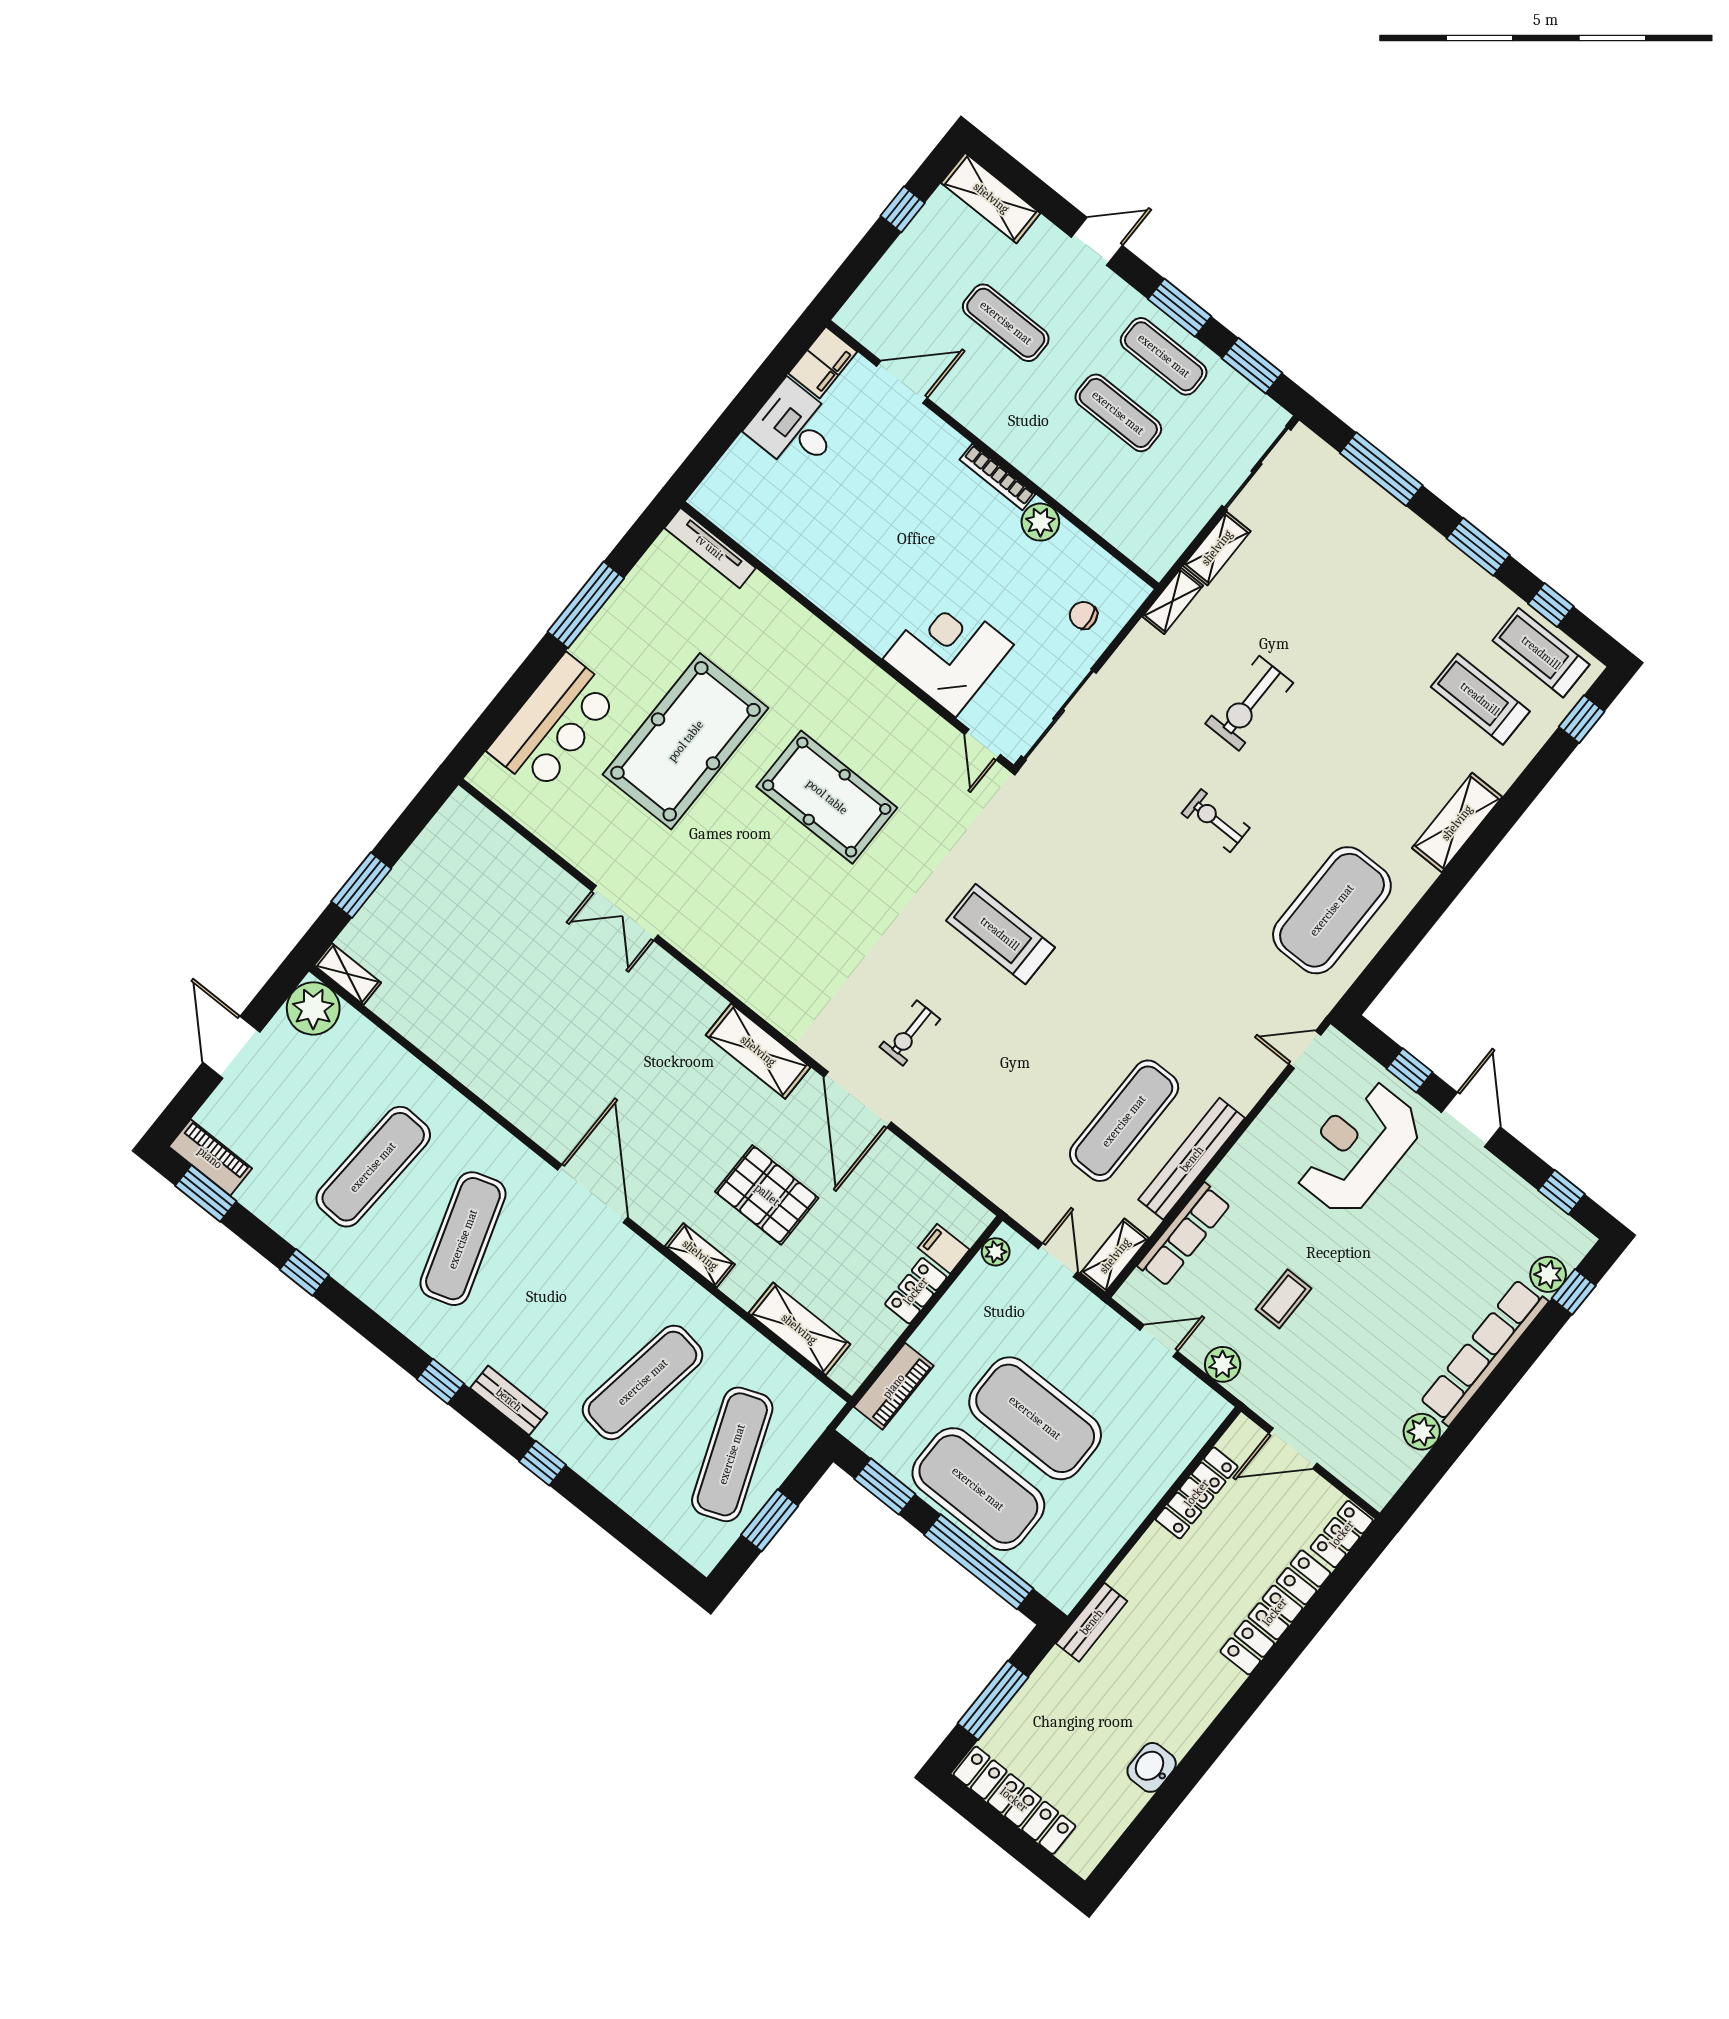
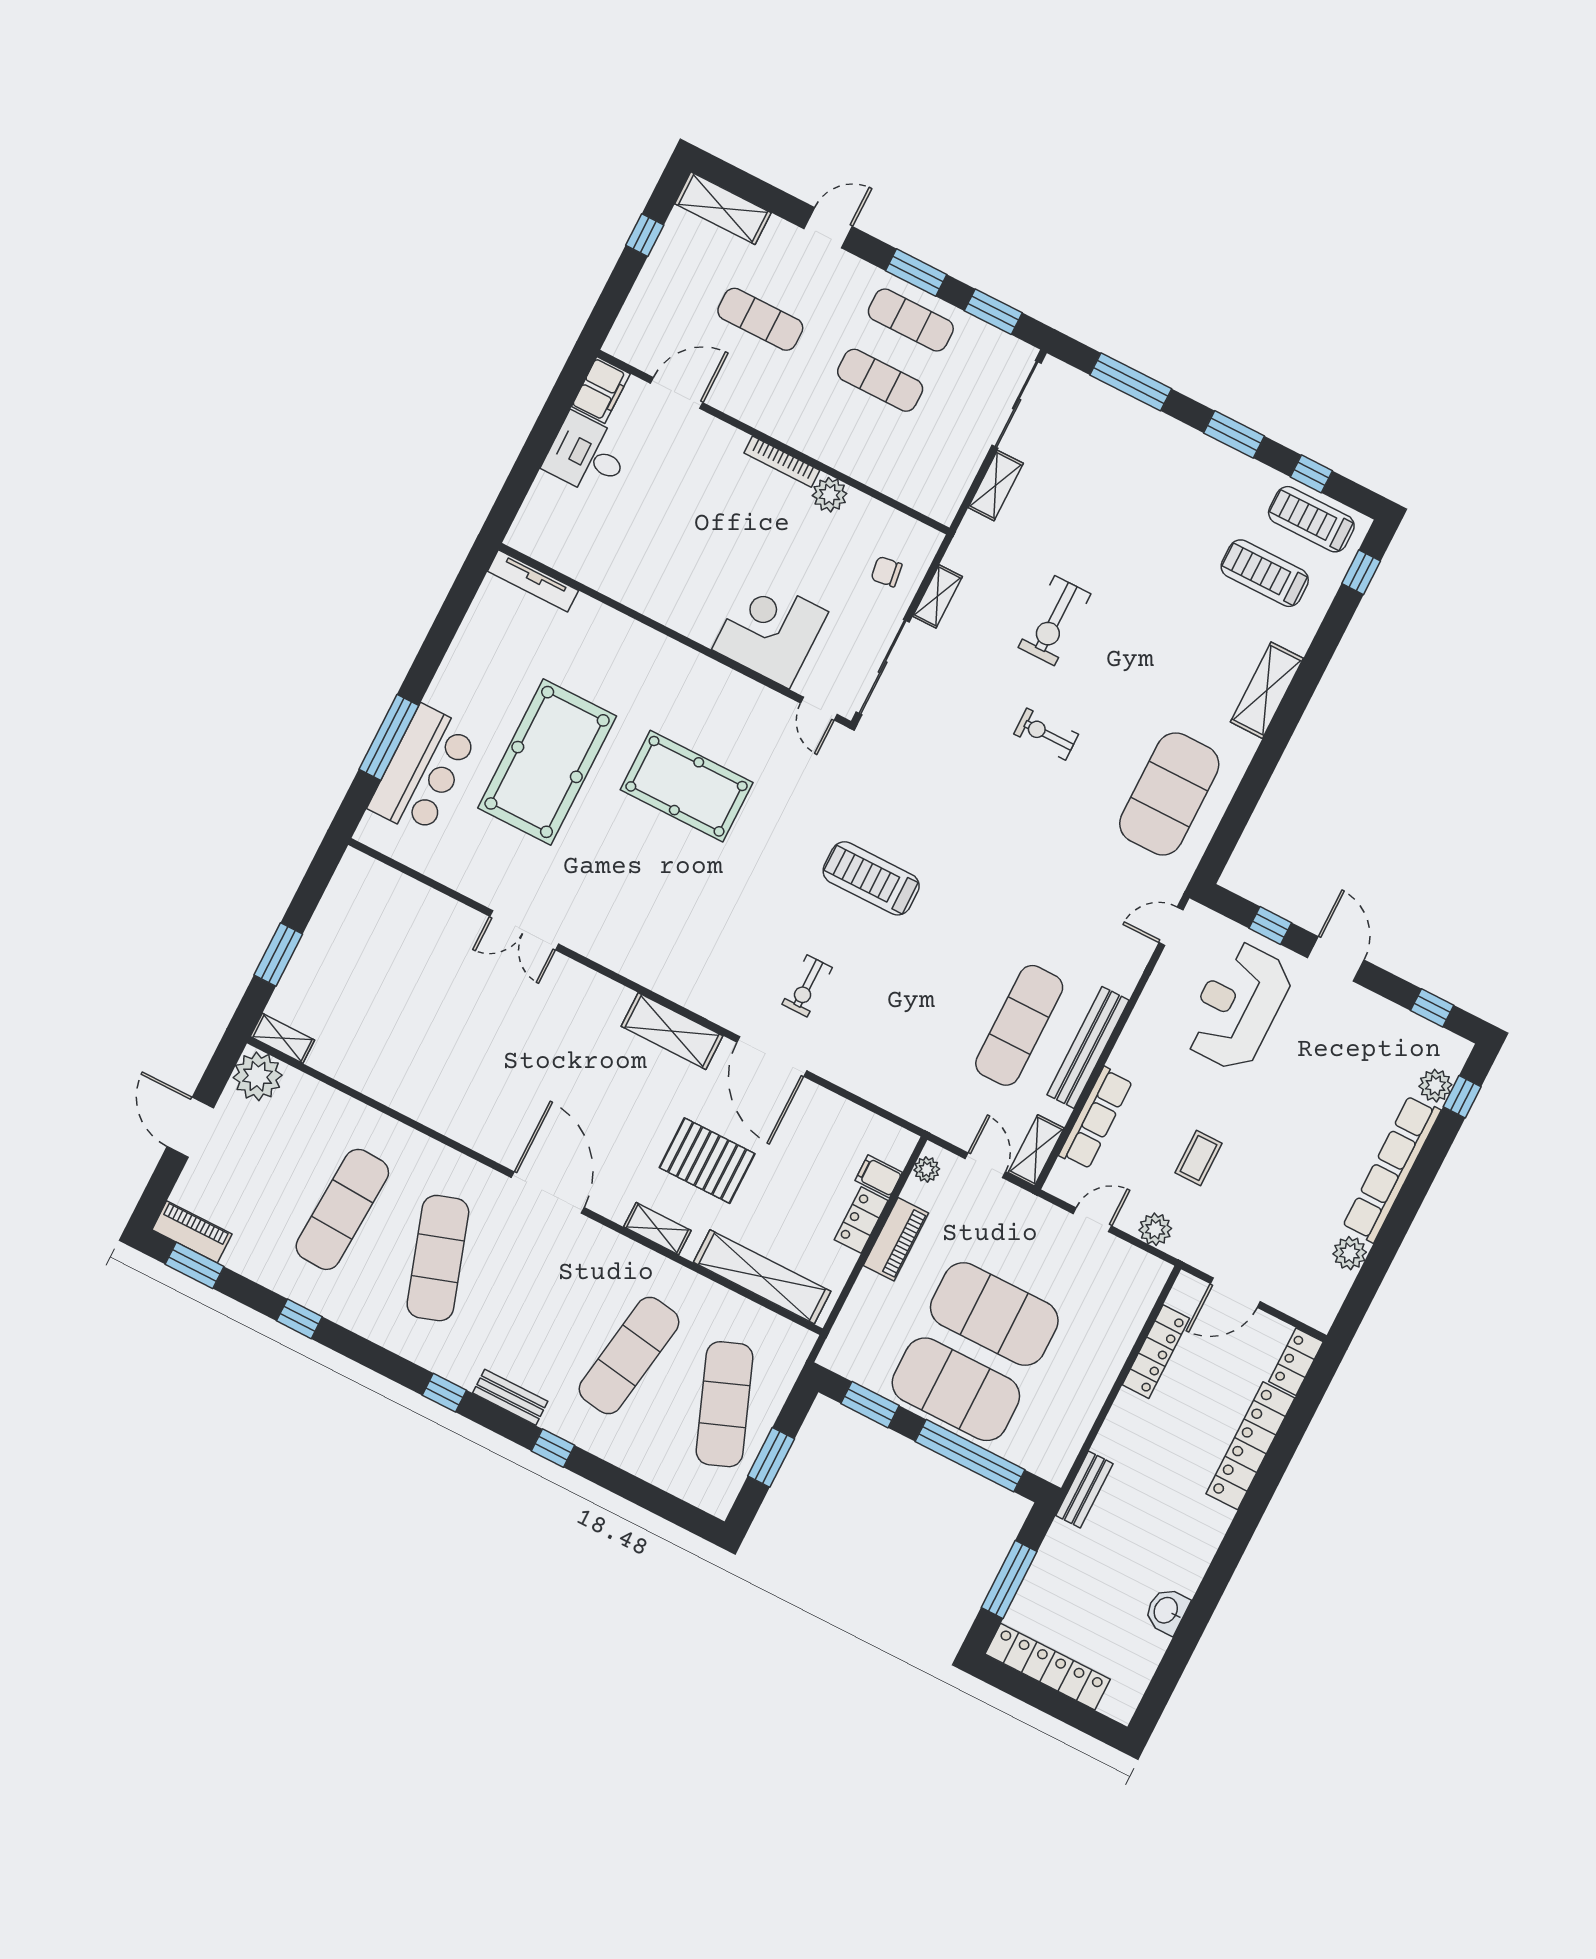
shelving: (1173, 601) -> (937, 596), moved
window: (586, 605) -> (389, 737), moved
shelving: (799, 1329) -> (762, 1277), width x1.47
piano: (894, 1386) -> (896, 1239), moved

